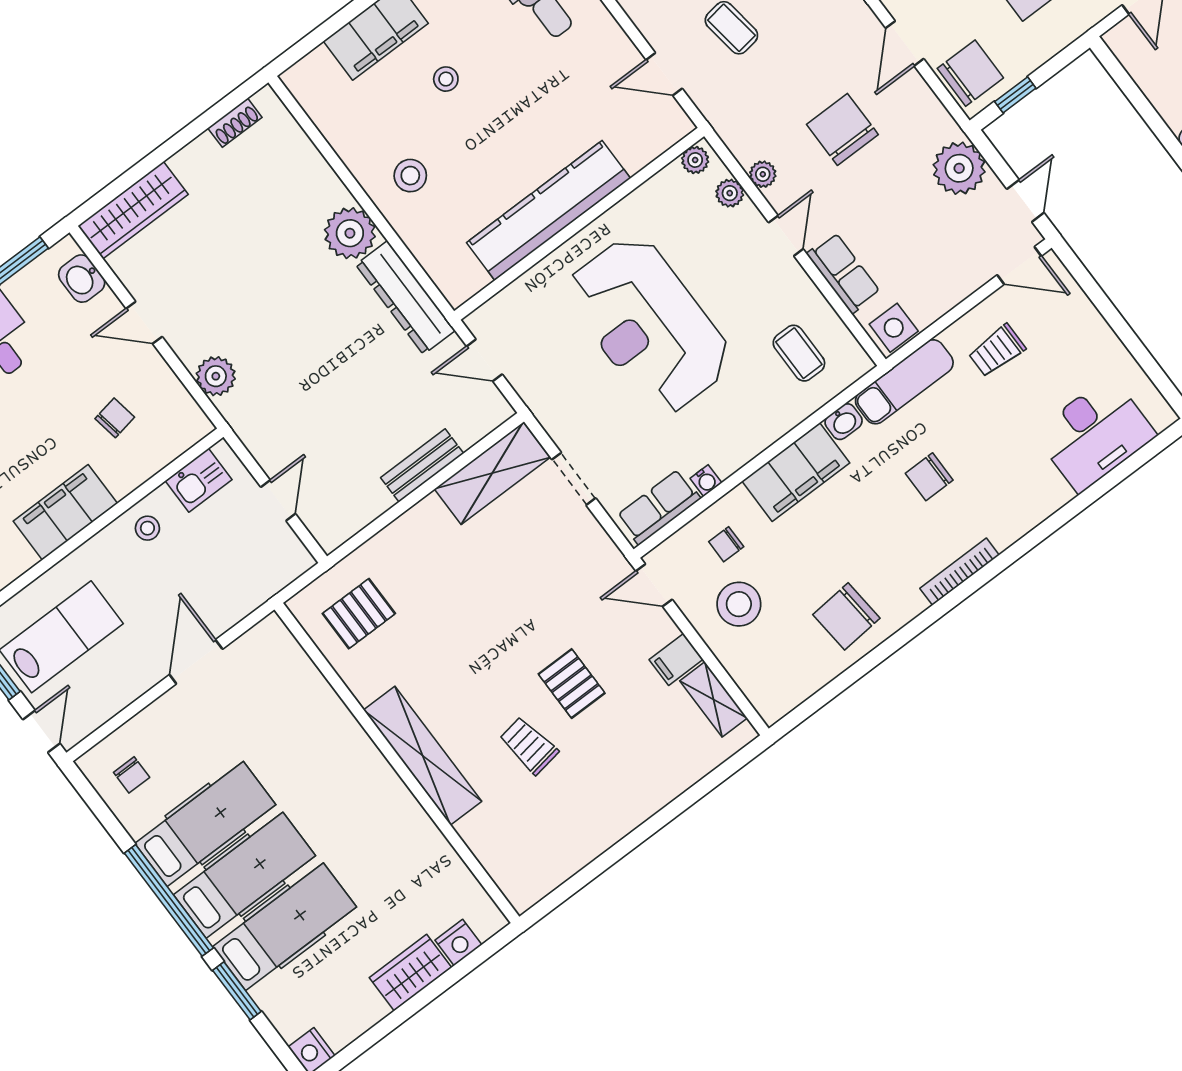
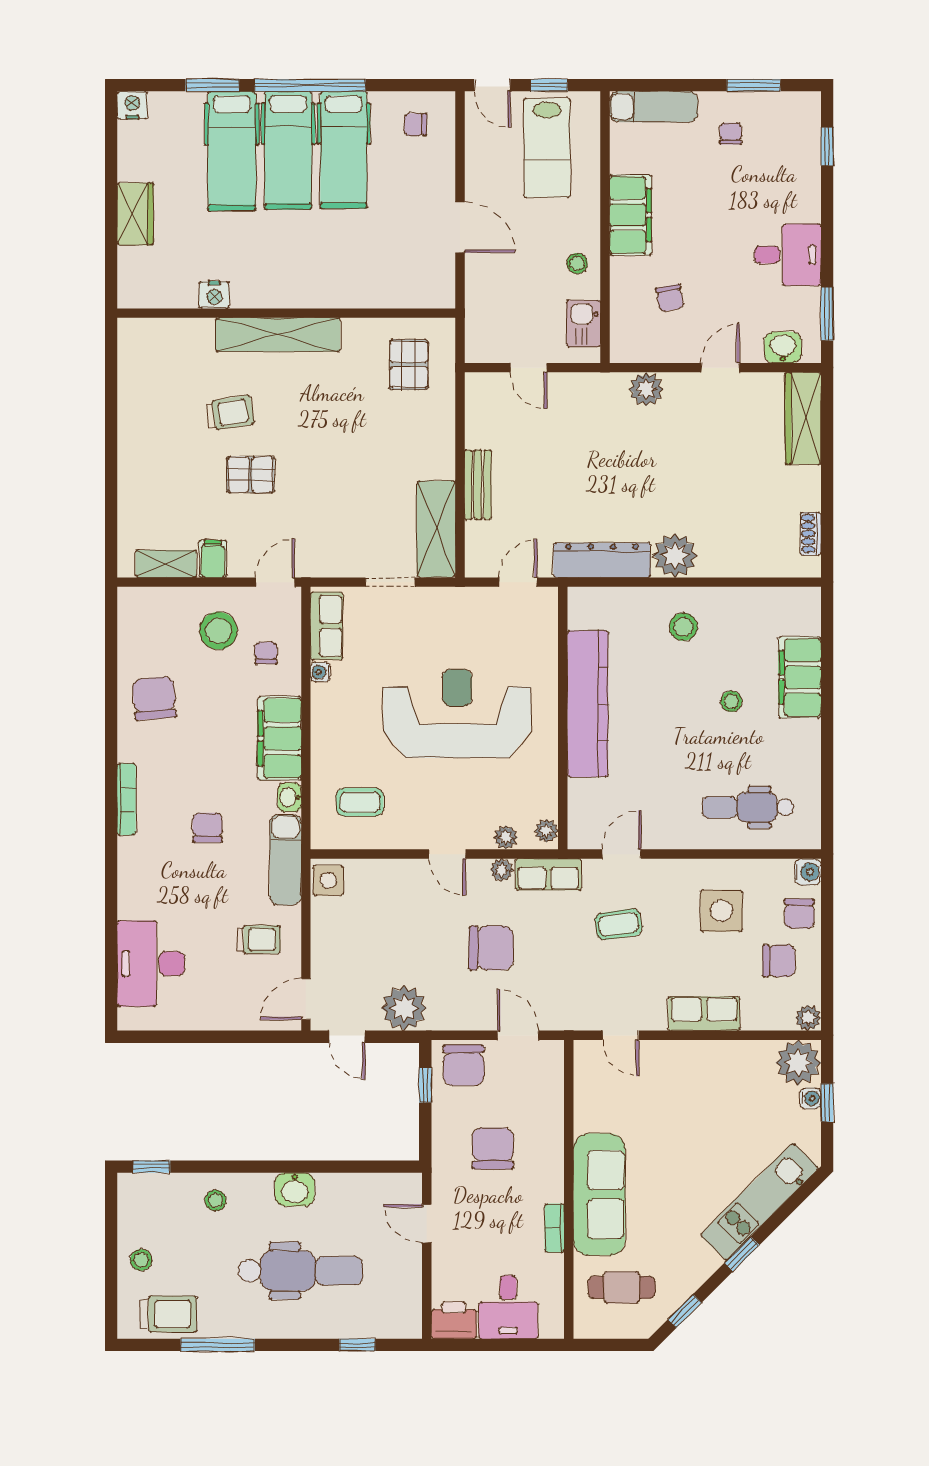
row of seats: (844, 273) -> (548, 874), moved
trolley: (997, 351) -> (259, 940), turned 90
nightstand: (458, 943) -> (214, 295), moved, turned -90

